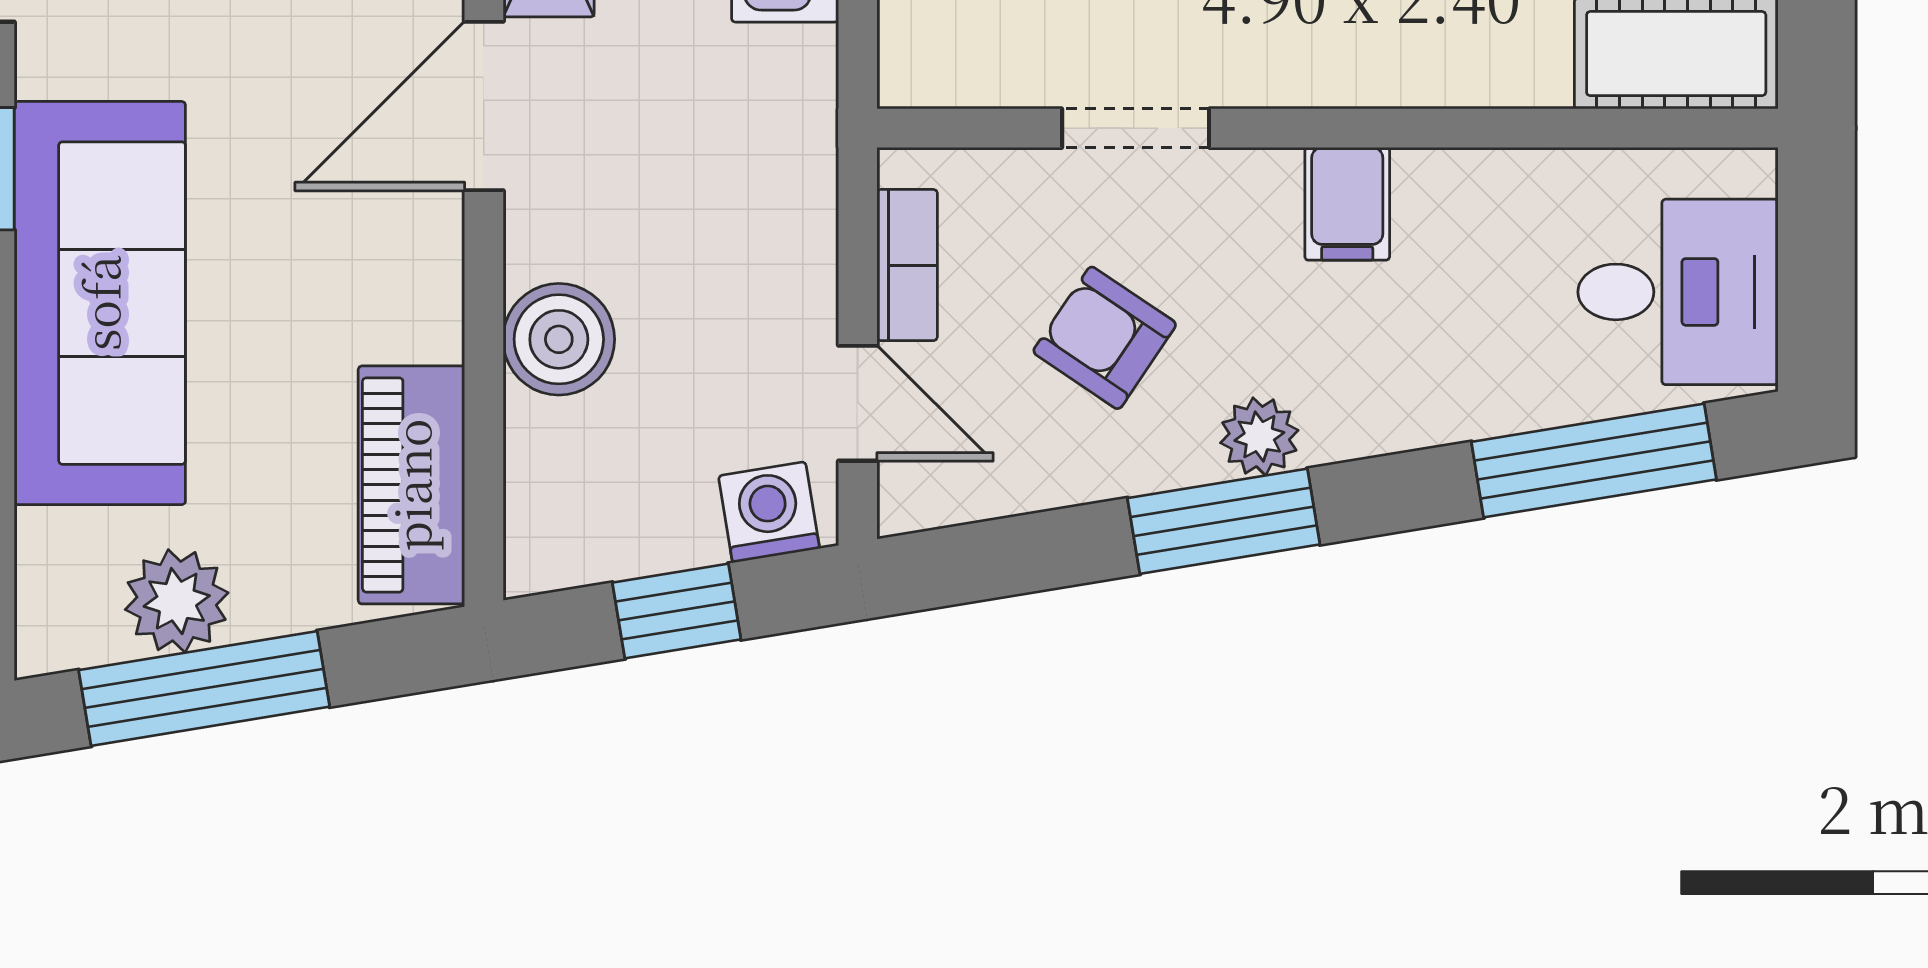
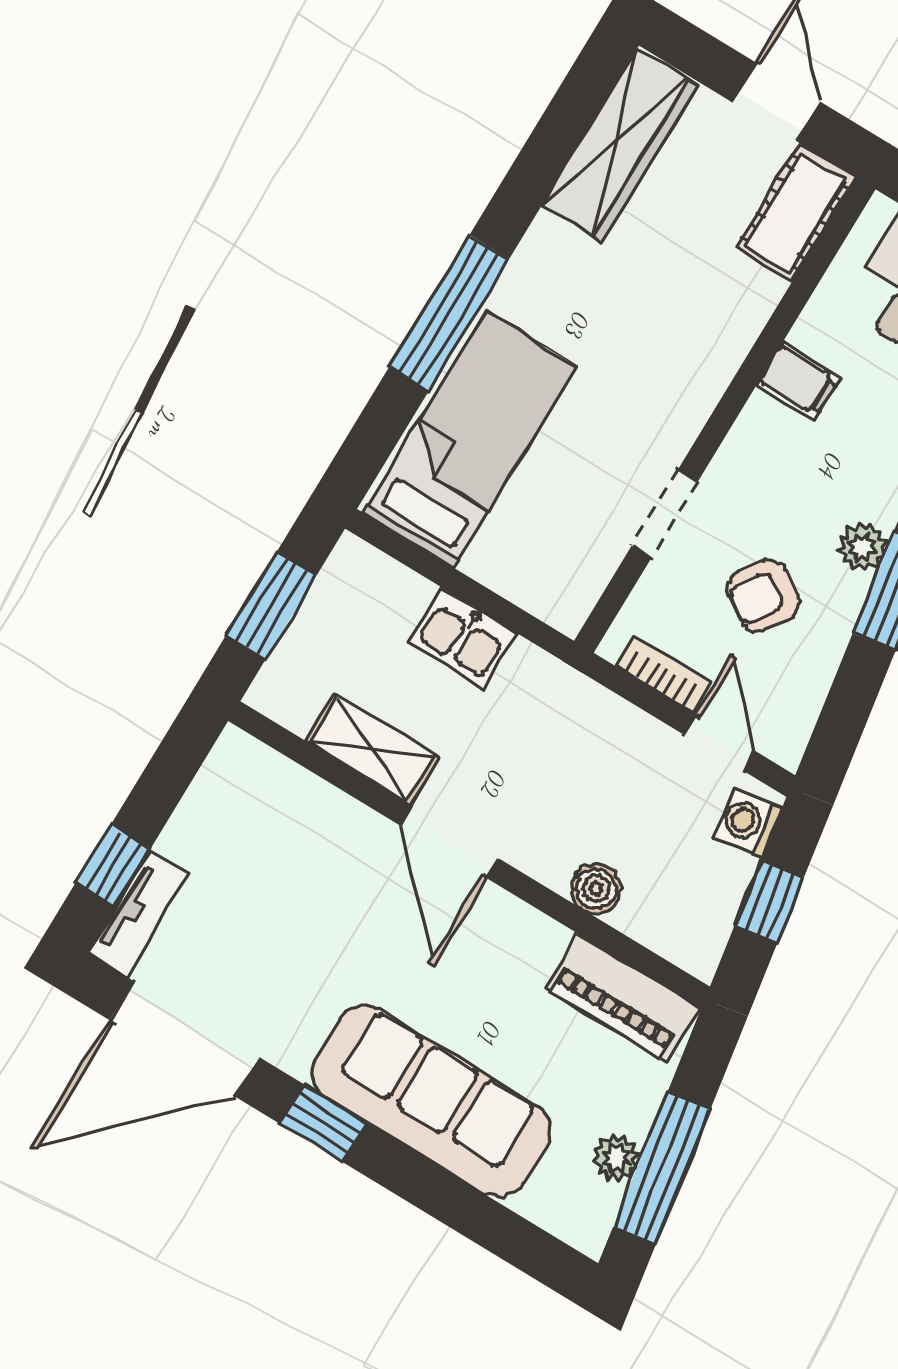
filing cabinet: (1347, 204) -> (799, 381), moved
boiler: (559, 339) -> (596, 889), width x0.73, depth x0.73
door: (858, 403) -> (719, 743), hinge flipped
plant: (177, 601) -> (616, 1158), width x0.73, depth x0.73

